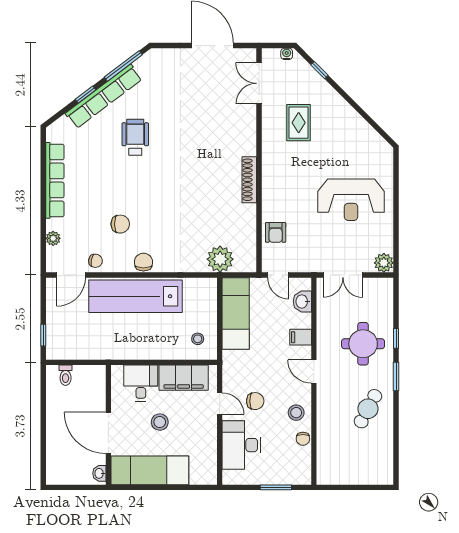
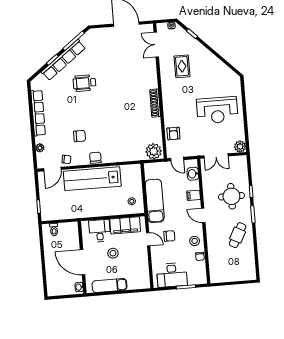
wheelchair: (135, 137) -> (84, 83), turned -90
plant: (220, 259) -> (154, 151), moved
exam couch: (236, 313) -> (155, 201), moved
desk: (241, 445) -> (172, 275), moved, turned -90
exam couch: (150, 470) -> (109, 285), width x0.73, depth x0.69

